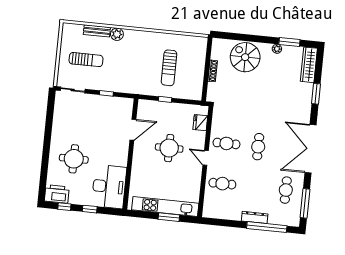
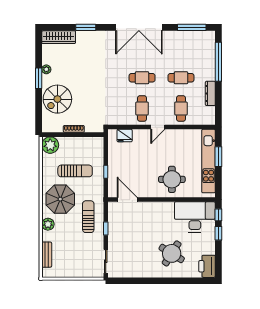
bench: (97, 31) -> (47, 255), moved
window: (289, 42) -> (39, 78), moved
plant: (198, 45) -> (50, 145), added
parasol: (142, 50) -> (60, 199), added
sun lounger: (86, 60) -> (88, 217), moved
door: (133, 130) -> (127, 200), moved
round table: (169, 148) -> (172, 179), moved
round table: (74, 159) -> (172, 253), turned 32
cafe table: (286, 190) -> (181, 78), moved
window: (64, 207) -> (218, 215), moved
dresser: (255, 217) -> (210, 93), moved

